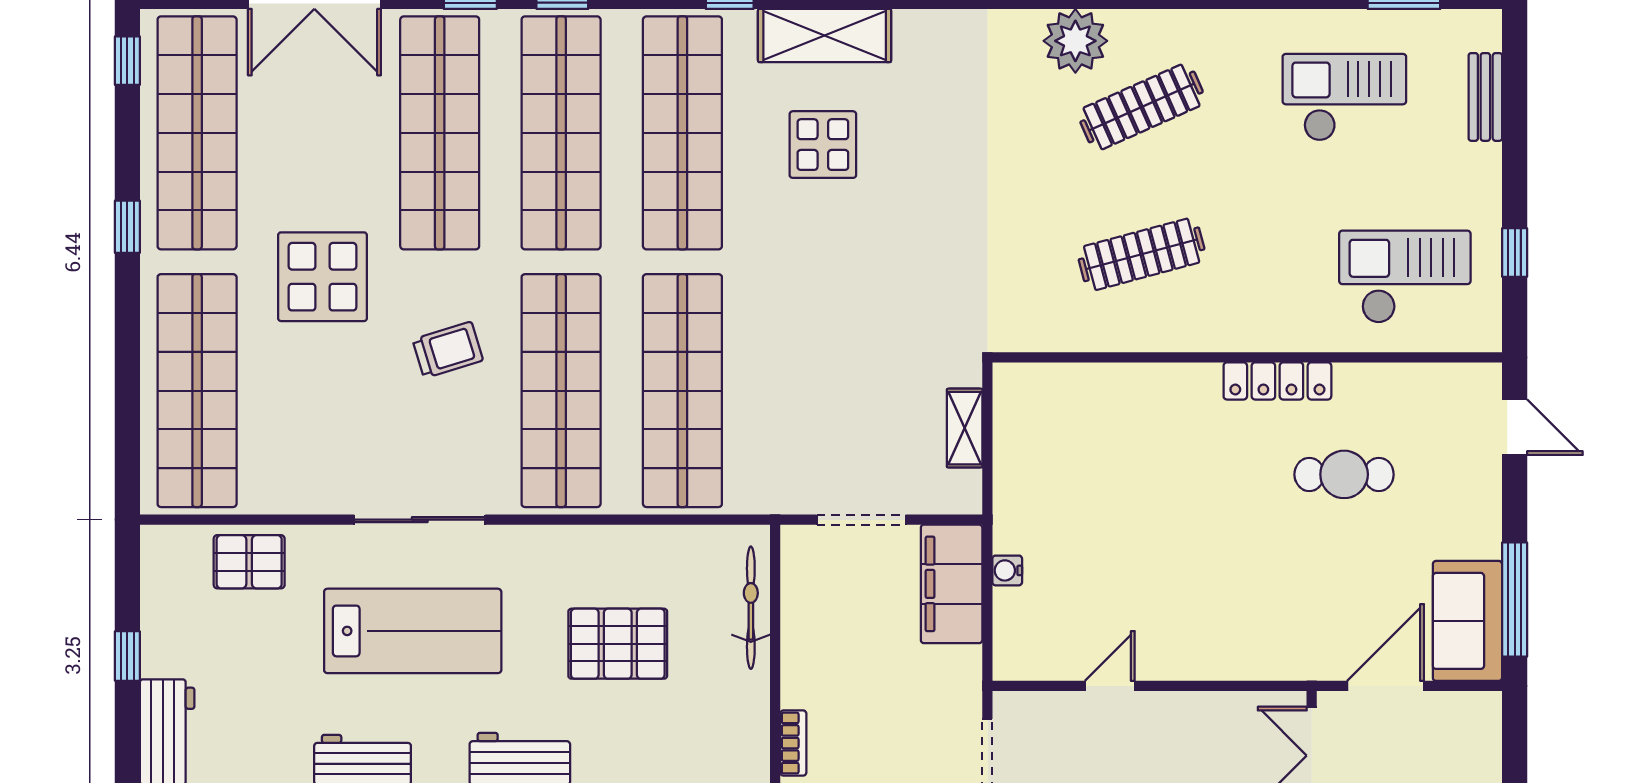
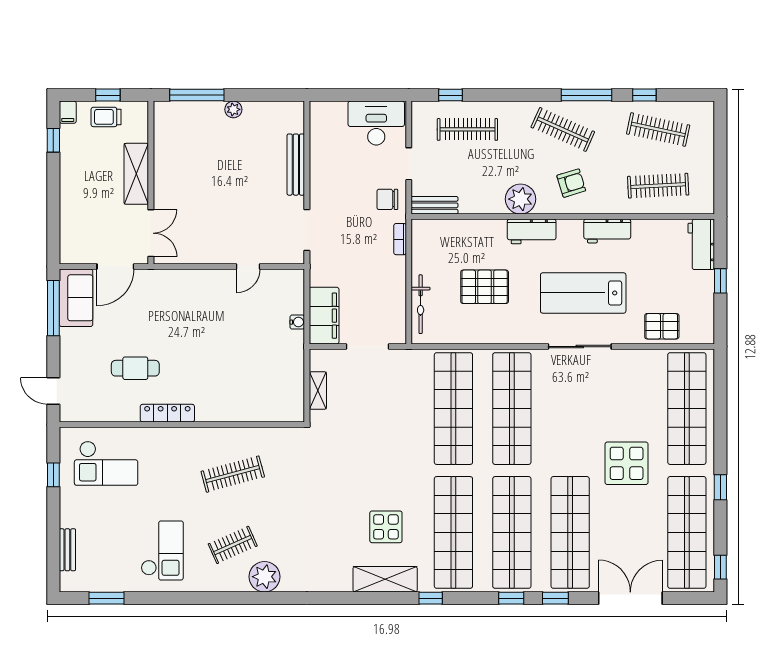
checkout: (1344, 97) -> (162, 550), moved, turned -90
clothes rail: (1142, 107) -> (233, 545), width x0.73
trolley: (448, 350) -> (566, 428), removed

